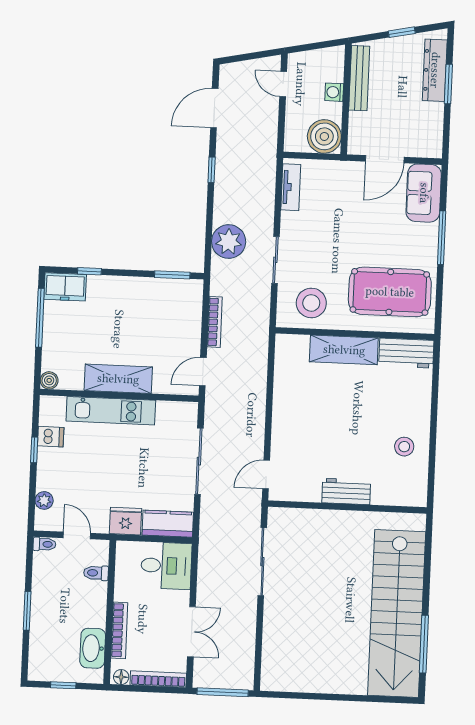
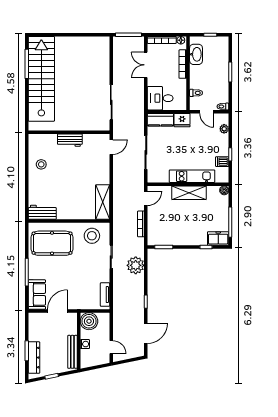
shelving: (344, 350) -> (103, 202), moved, turned 90

